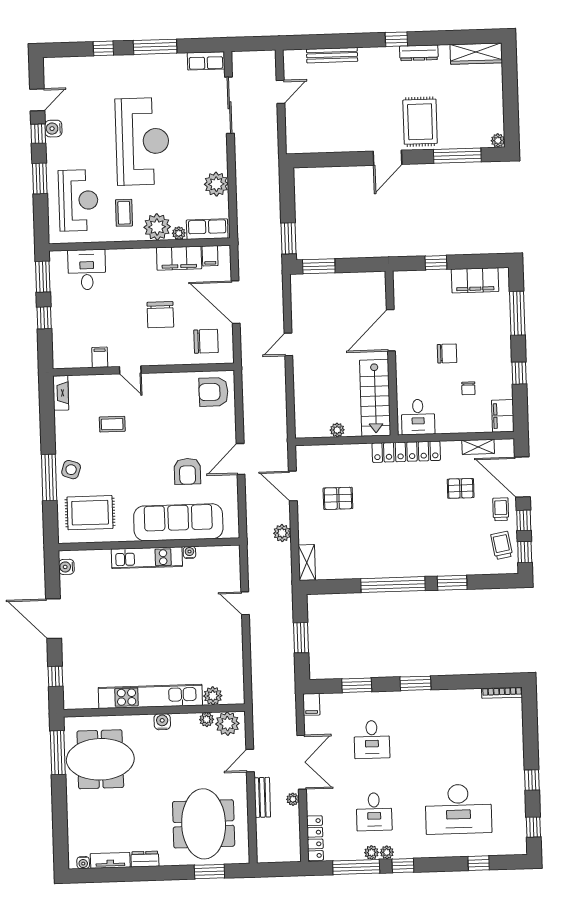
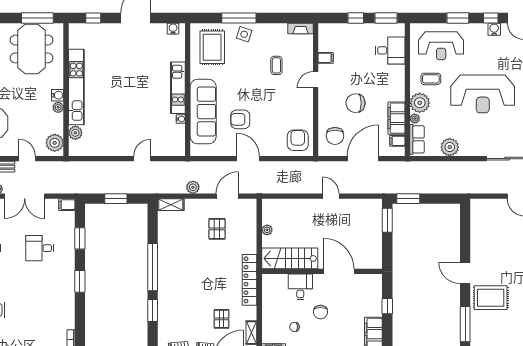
desk: (418, 417) -> (300, 287), moved, turned 90
plant: (207, 720) -> (58, 107), moved

